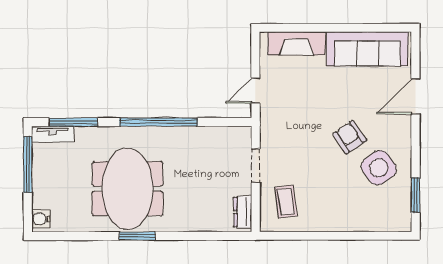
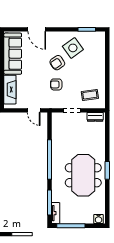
armchair: (307, 135) -> (56, 84), added
meeting table: (127, 189) -> (83, 175), turned 90

